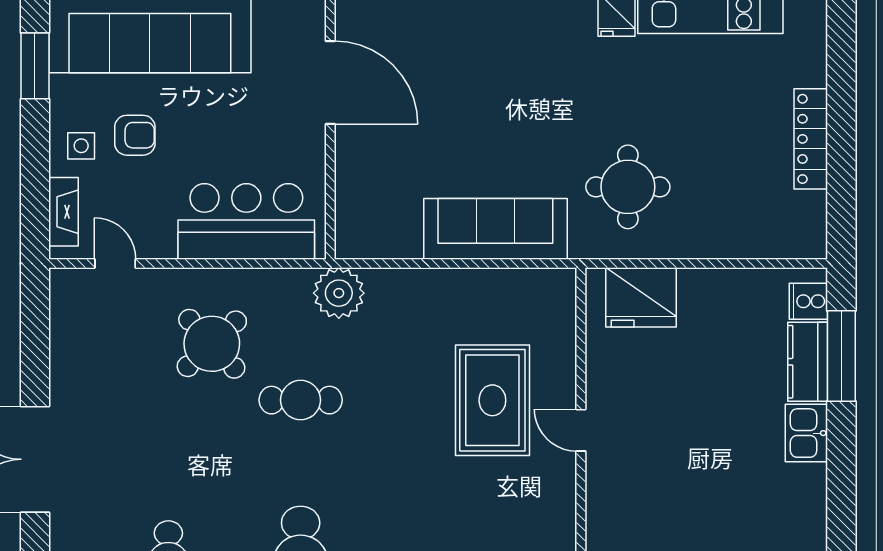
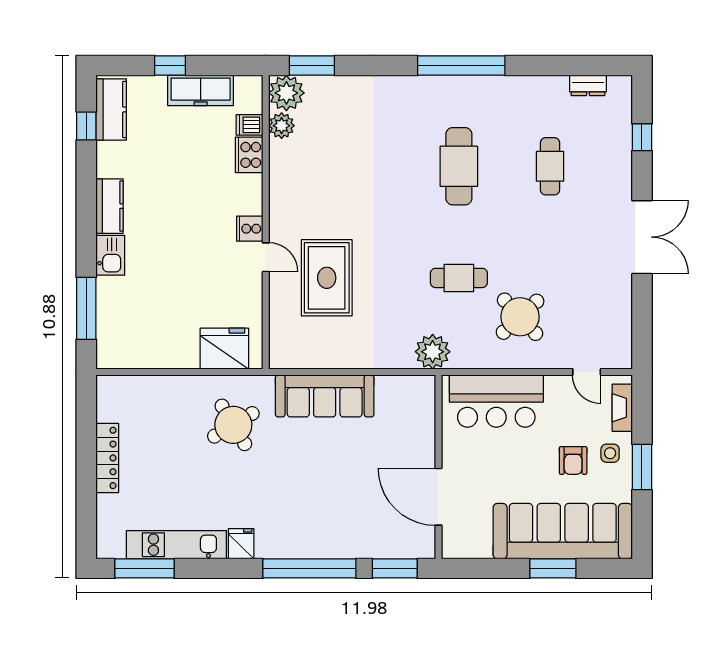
window: (35, 66) -> (642, 467), moved
armchair: (135, 135) -> (573, 460), turned -90
round table: (628, 187) -> (233, 425), turned -31
cooker: (808, 301) -> (250, 229), moved, turned 180
kitchen counter: (808, 362) -> (109, 206), moved

